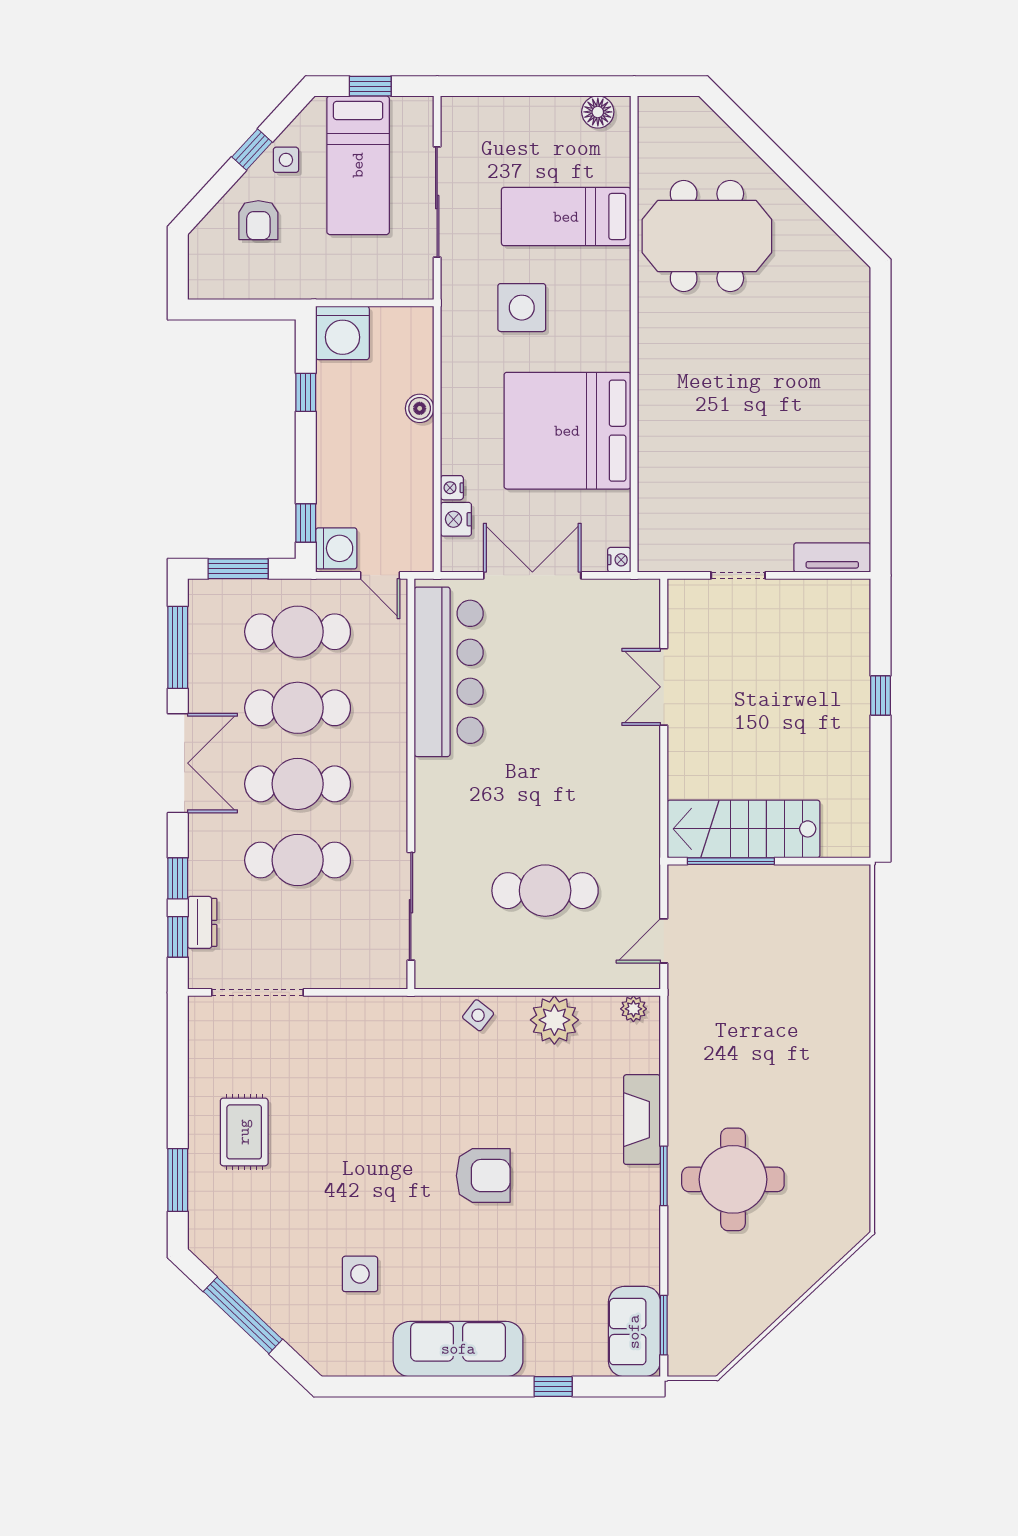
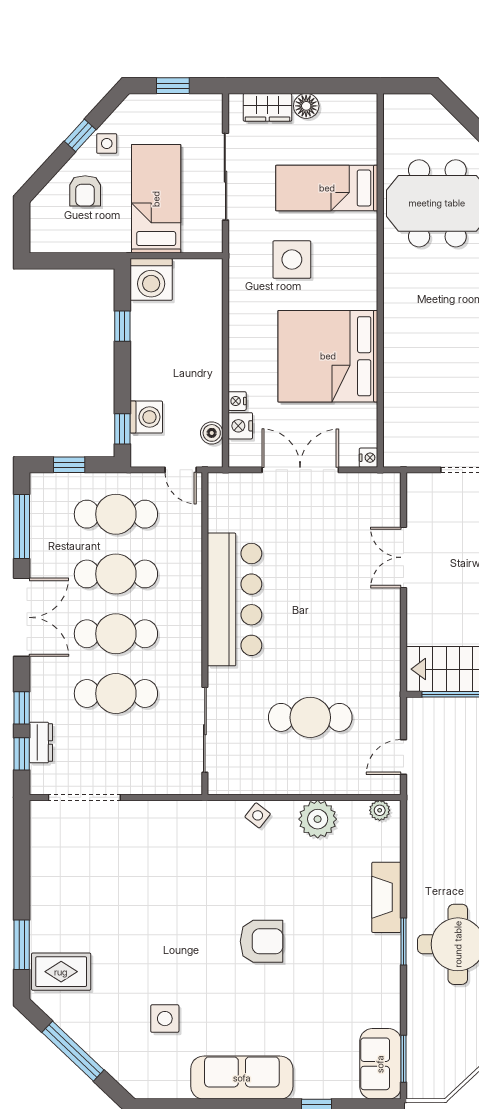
floor lamp: (598, 112) -> (306, 106), moved
wardrobe: (491, 114) -> (267, 107), added
bed: (358, 165) -> (156, 199), moved, turned 180
boiler: (420, 408) -> (212, 433), moved
washing machine: (336, 548) -> (146, 417), moved
window: (238, 569) -> (69, 465), width x0.67
bar counter: (449, 672) -> (235, 599), moved
rug: (244, 1132) -> (61, 972), moved, turned 90

